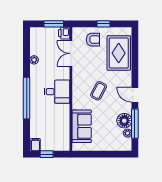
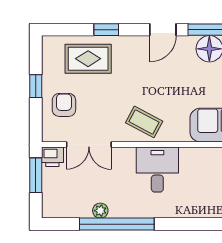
rug: (119, 53) -> (88, 59), width x0.73, depth x0.70
window: (135, 63) -> (106, 30), added
coffee table: (99, 91) -> (144, 122), moved
window: (27, 98) -> (117, 224), moved

